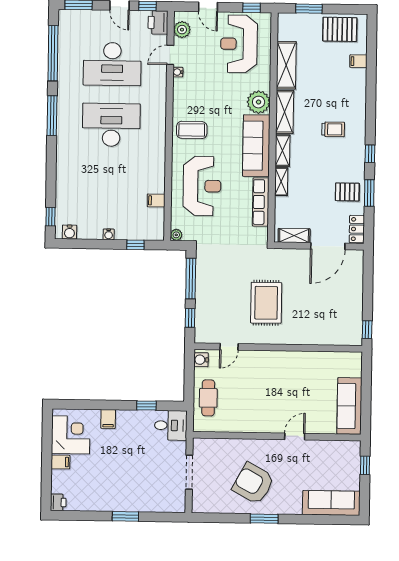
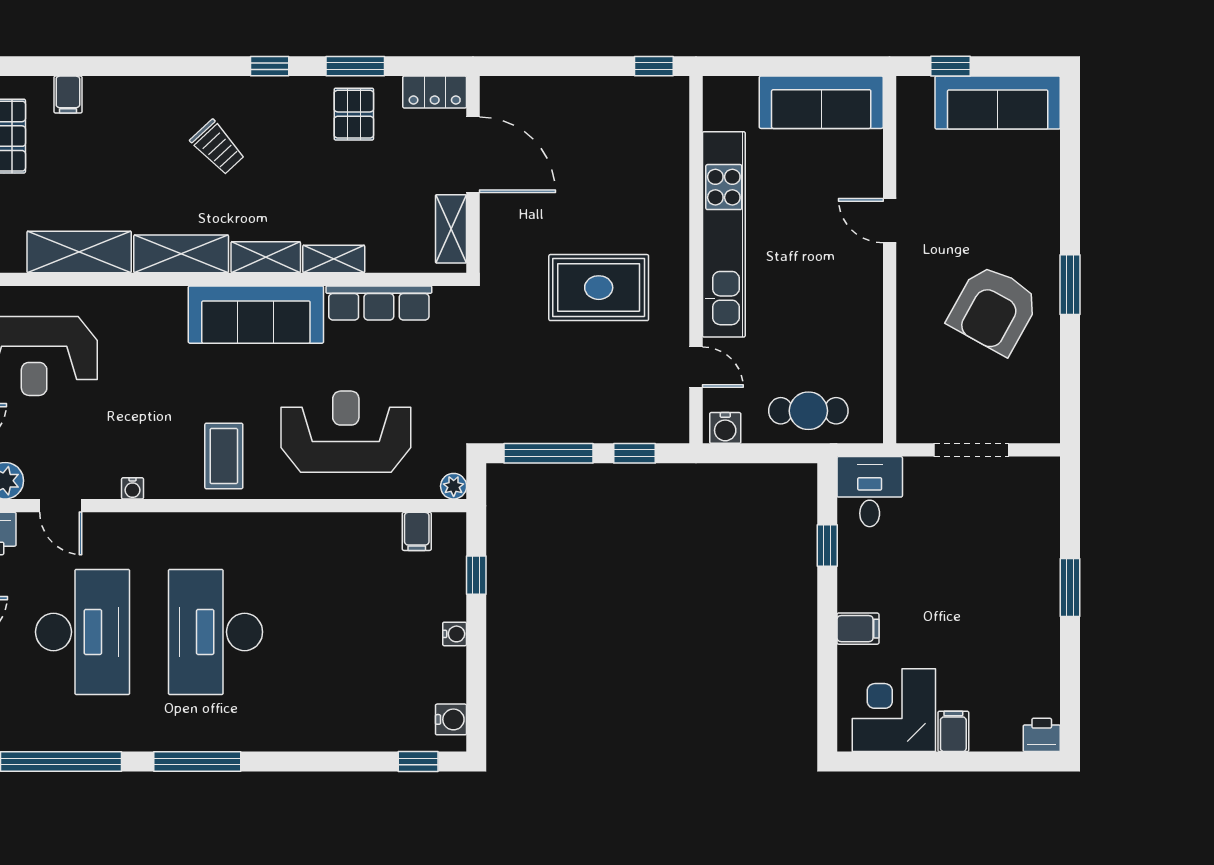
water cooler: (178, 72) -> (133, 488), moved
plant: (259, 102) -> (161, 311), removed
trolley: (333, 129) -> (218, 147), turned 137
filing cabinet: (156, 200) -> (417, 531), moved
kitchen unit: (290, 360) -> (724, 234), added
sofa: (331, 503) -> (998, 103), moved, turned -90

